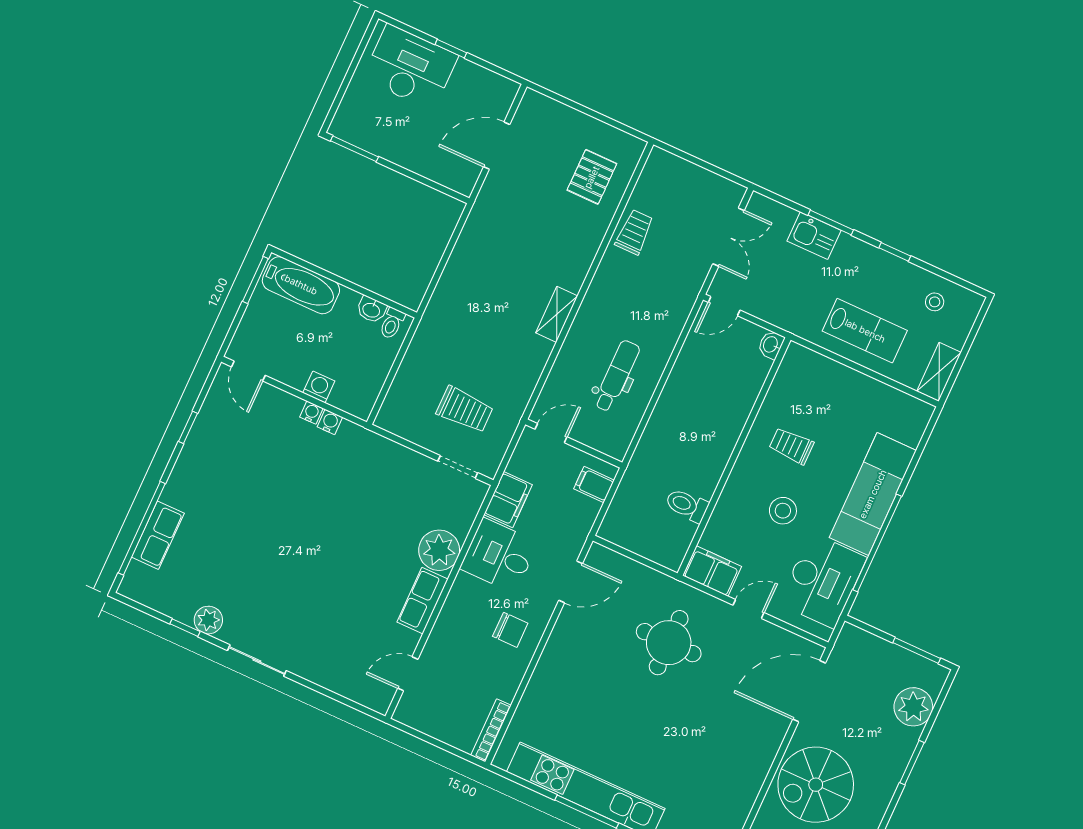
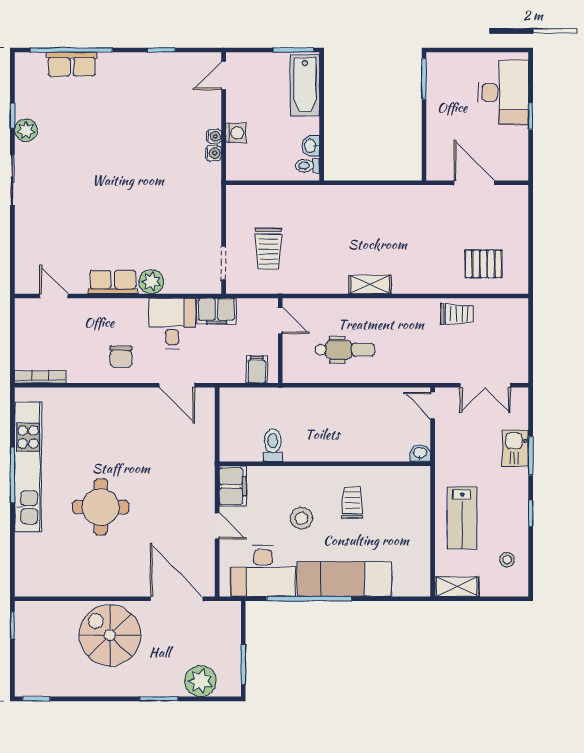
plant: (439, 550) -> (151, 282), width x0.73, depth x0.73
round table: (669, 643) -> (101, 507), moved

